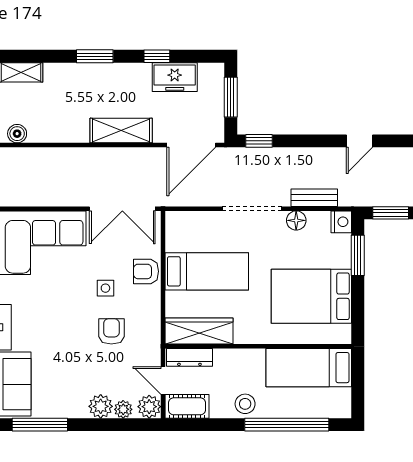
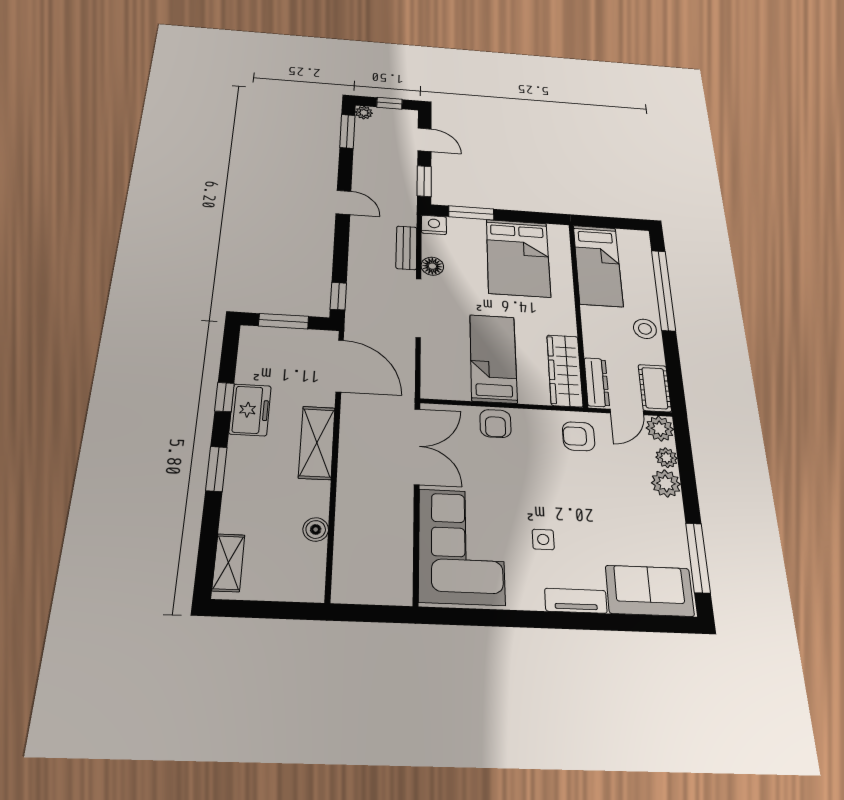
freezer: (175, 77) -> (250, 410), moved
boiler: (17, 134) -> (316, 529), moved
side table: (105, 288) -> (543, 539), moved
armchair: (111, 331) -> (579, 436), moved

